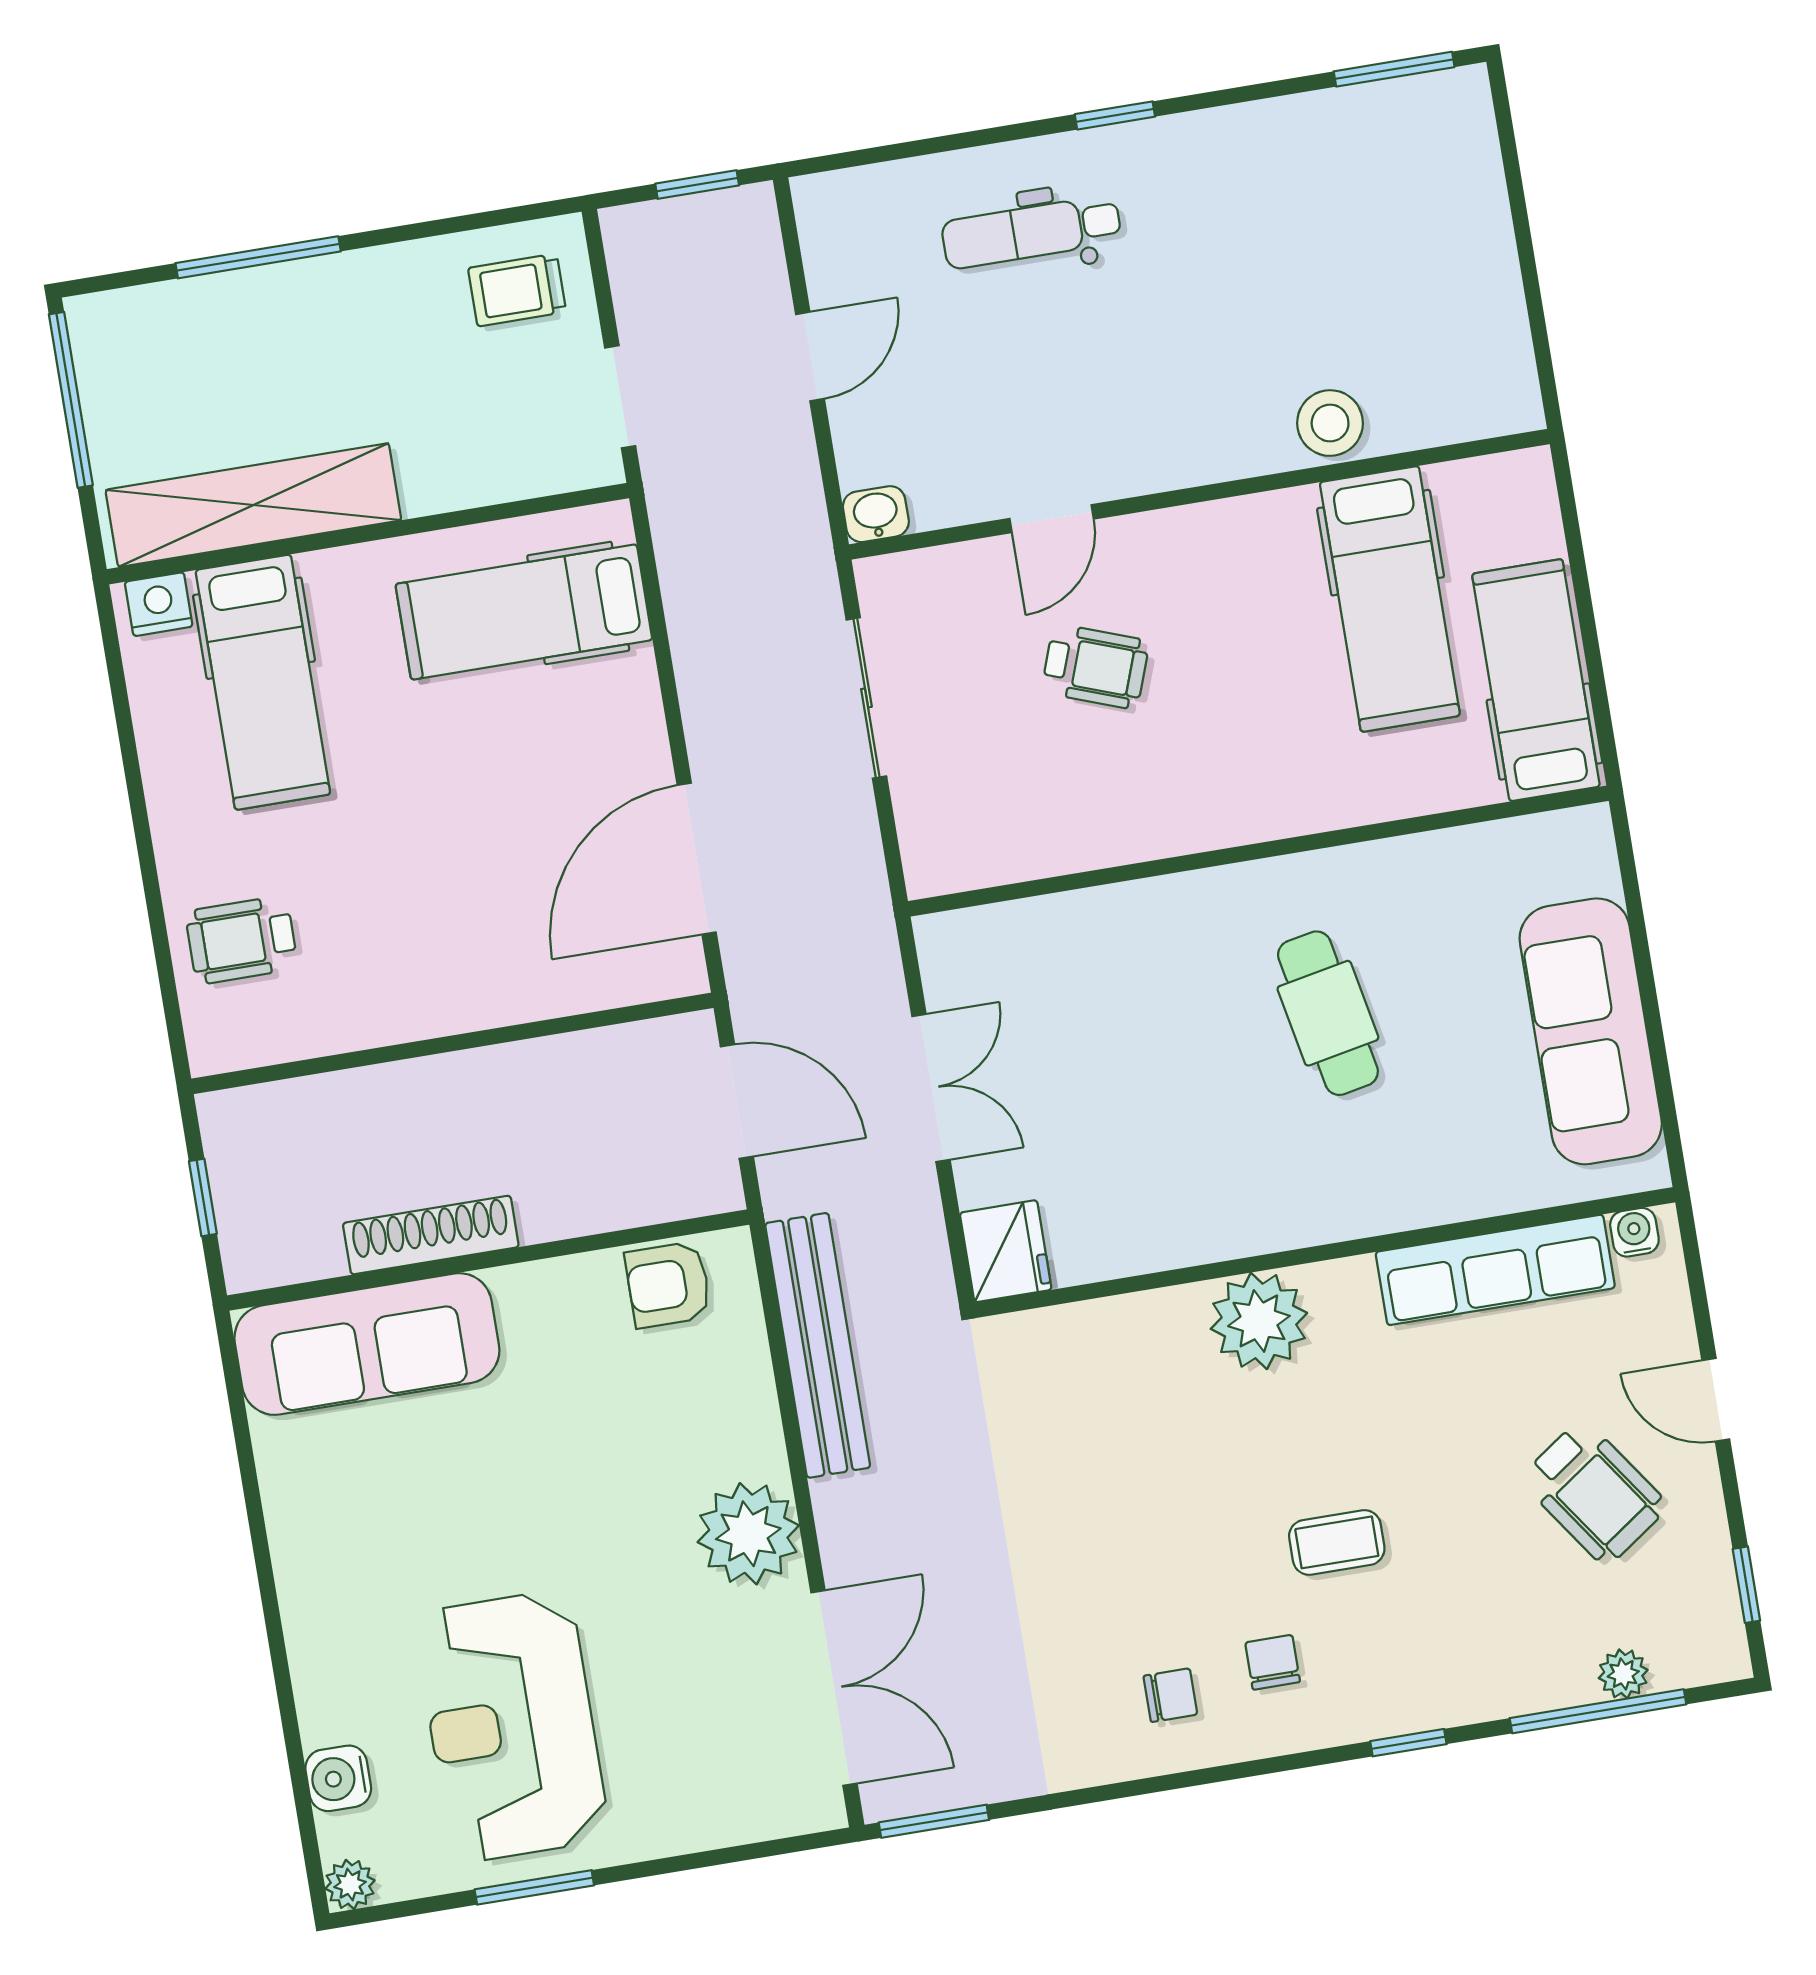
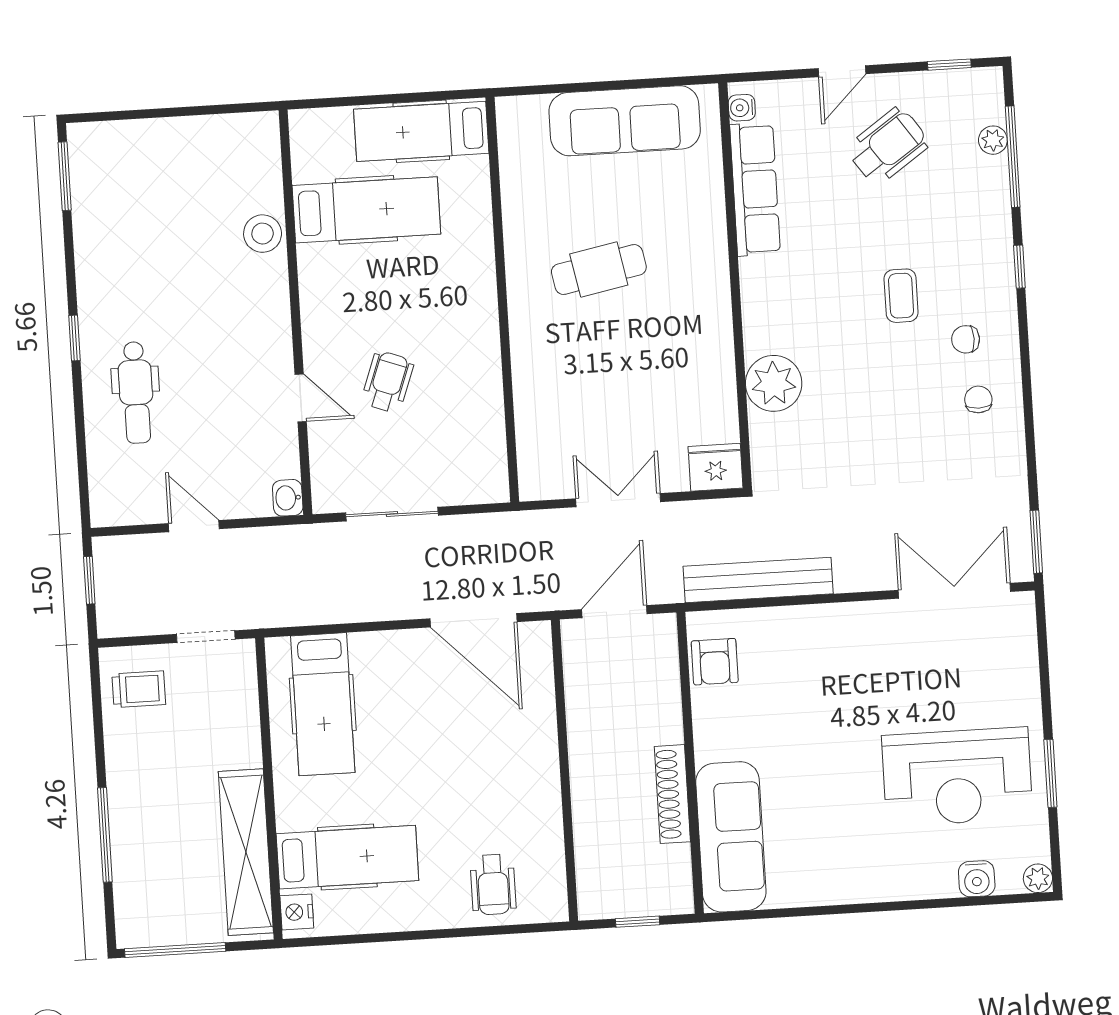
trolley: (517, 290) -> (139, 689), turned -90
plant: (1259, 1321) -> (774, 383), moved
plant: (748, 1534) -> (861, 631), removed

